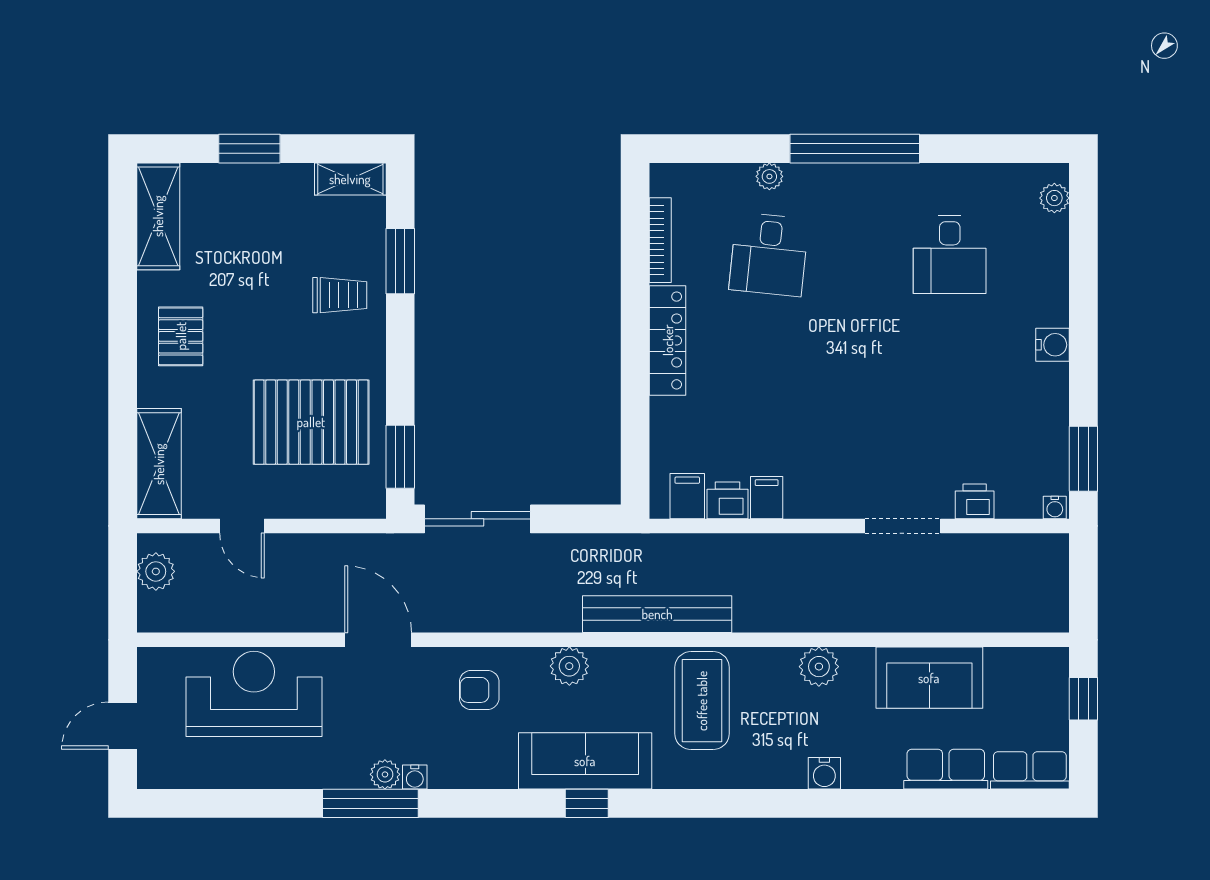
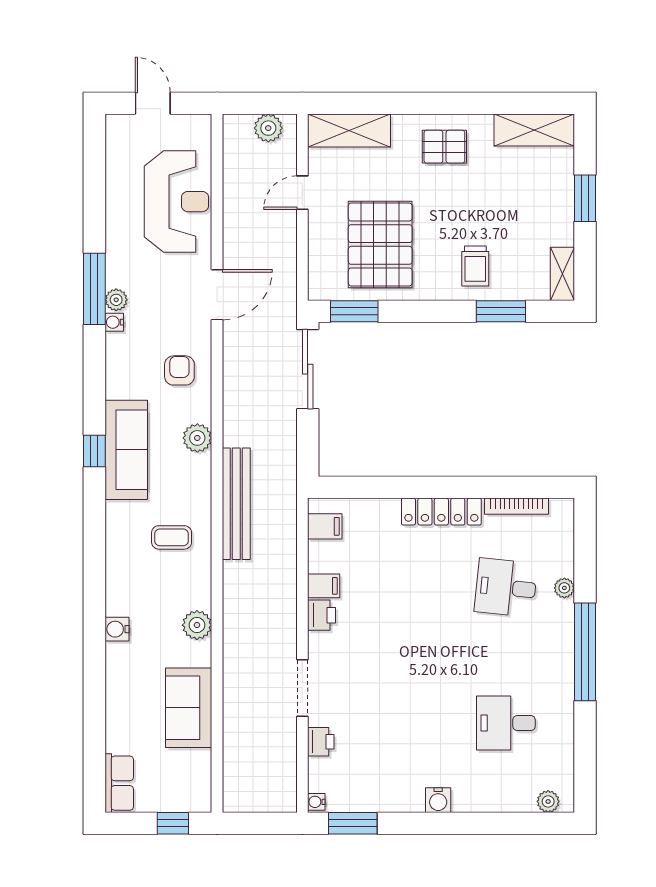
printer: (728, 500) -> (322, 615), moved
coffee table: (702, 701) -> (172, 537), width x0.54, depth x0.58
row of seats: (946, 769) -> (120, 720), removed

